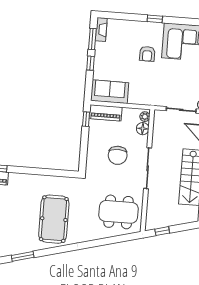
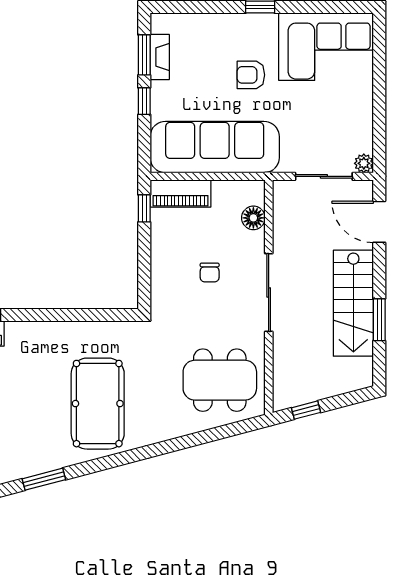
fireplace: (101, 30) -> (160, 57), moved
armchair: (147, 54) -> (251, 75), turned 90
sofa: (110, 92) -> (215, 147), width x1.85, depth x1.27
plant: (145, 117) -> (256, 195), removed
chair: (118, 155) -> (210, 273), width x0.54, depth x0.54

